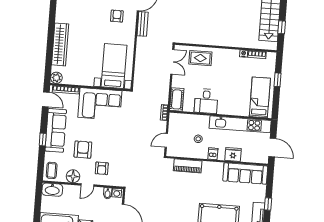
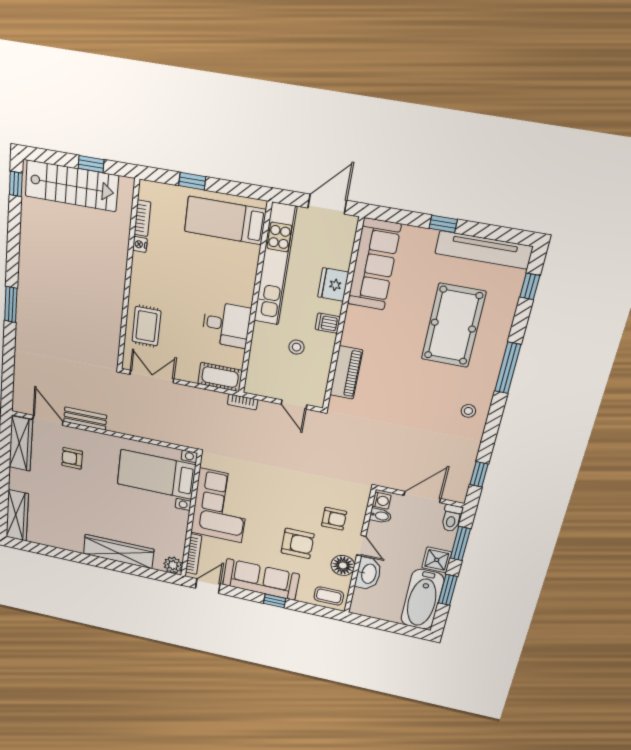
armchair: (83, 150) -> (298, 543), turned 180
washbasin: (52, 190) -> (368, 574), moved

